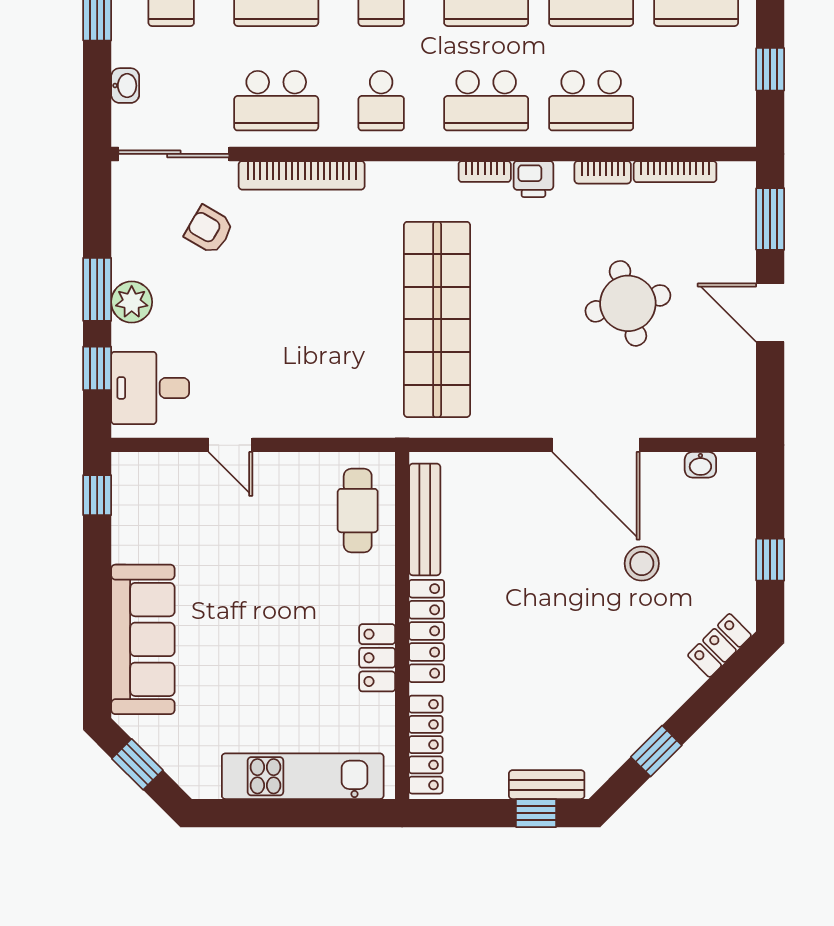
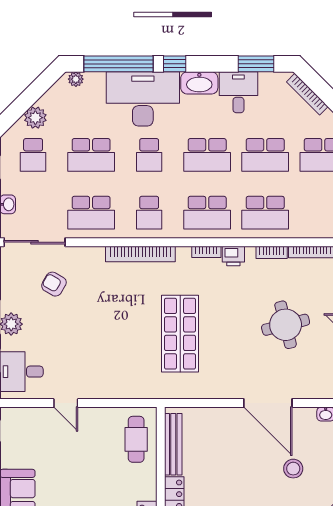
bookcase: (302, 175) -> (140, 254), moved
shop shelf: (437, 319) -> (180, 334), width x0.71

